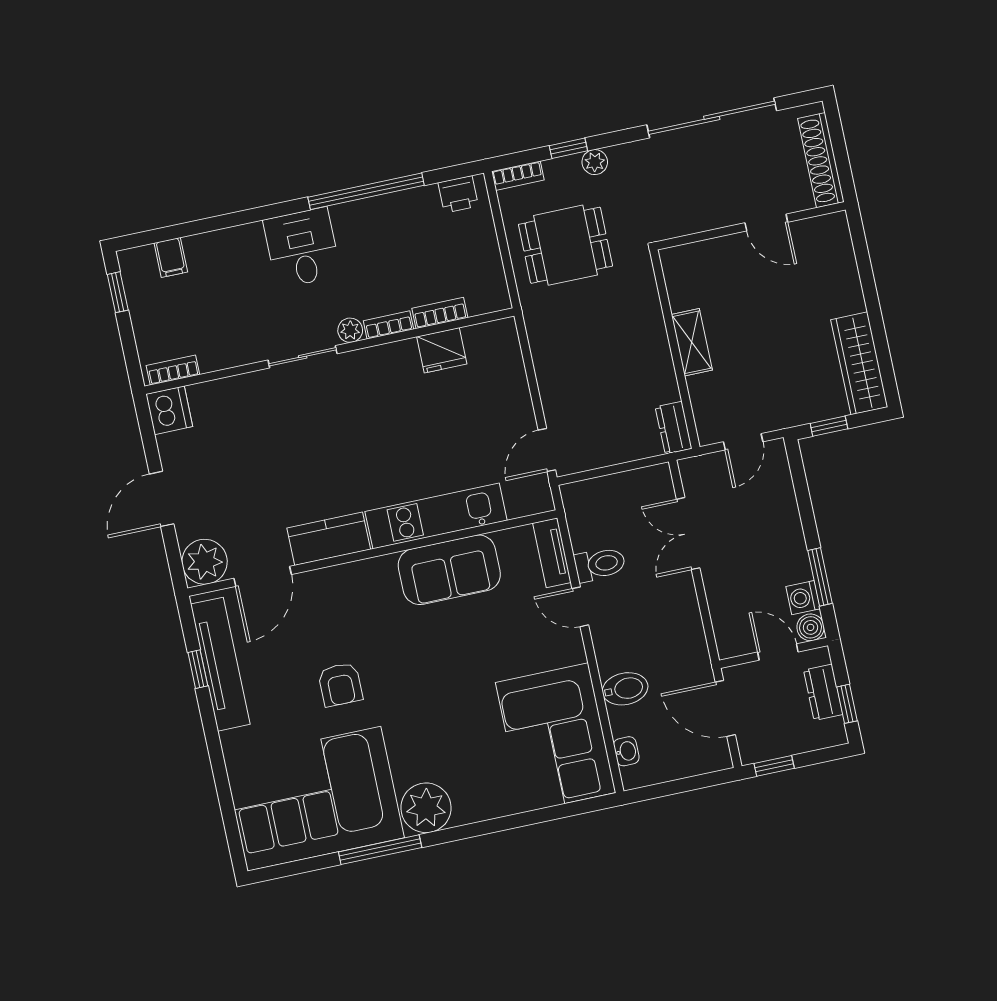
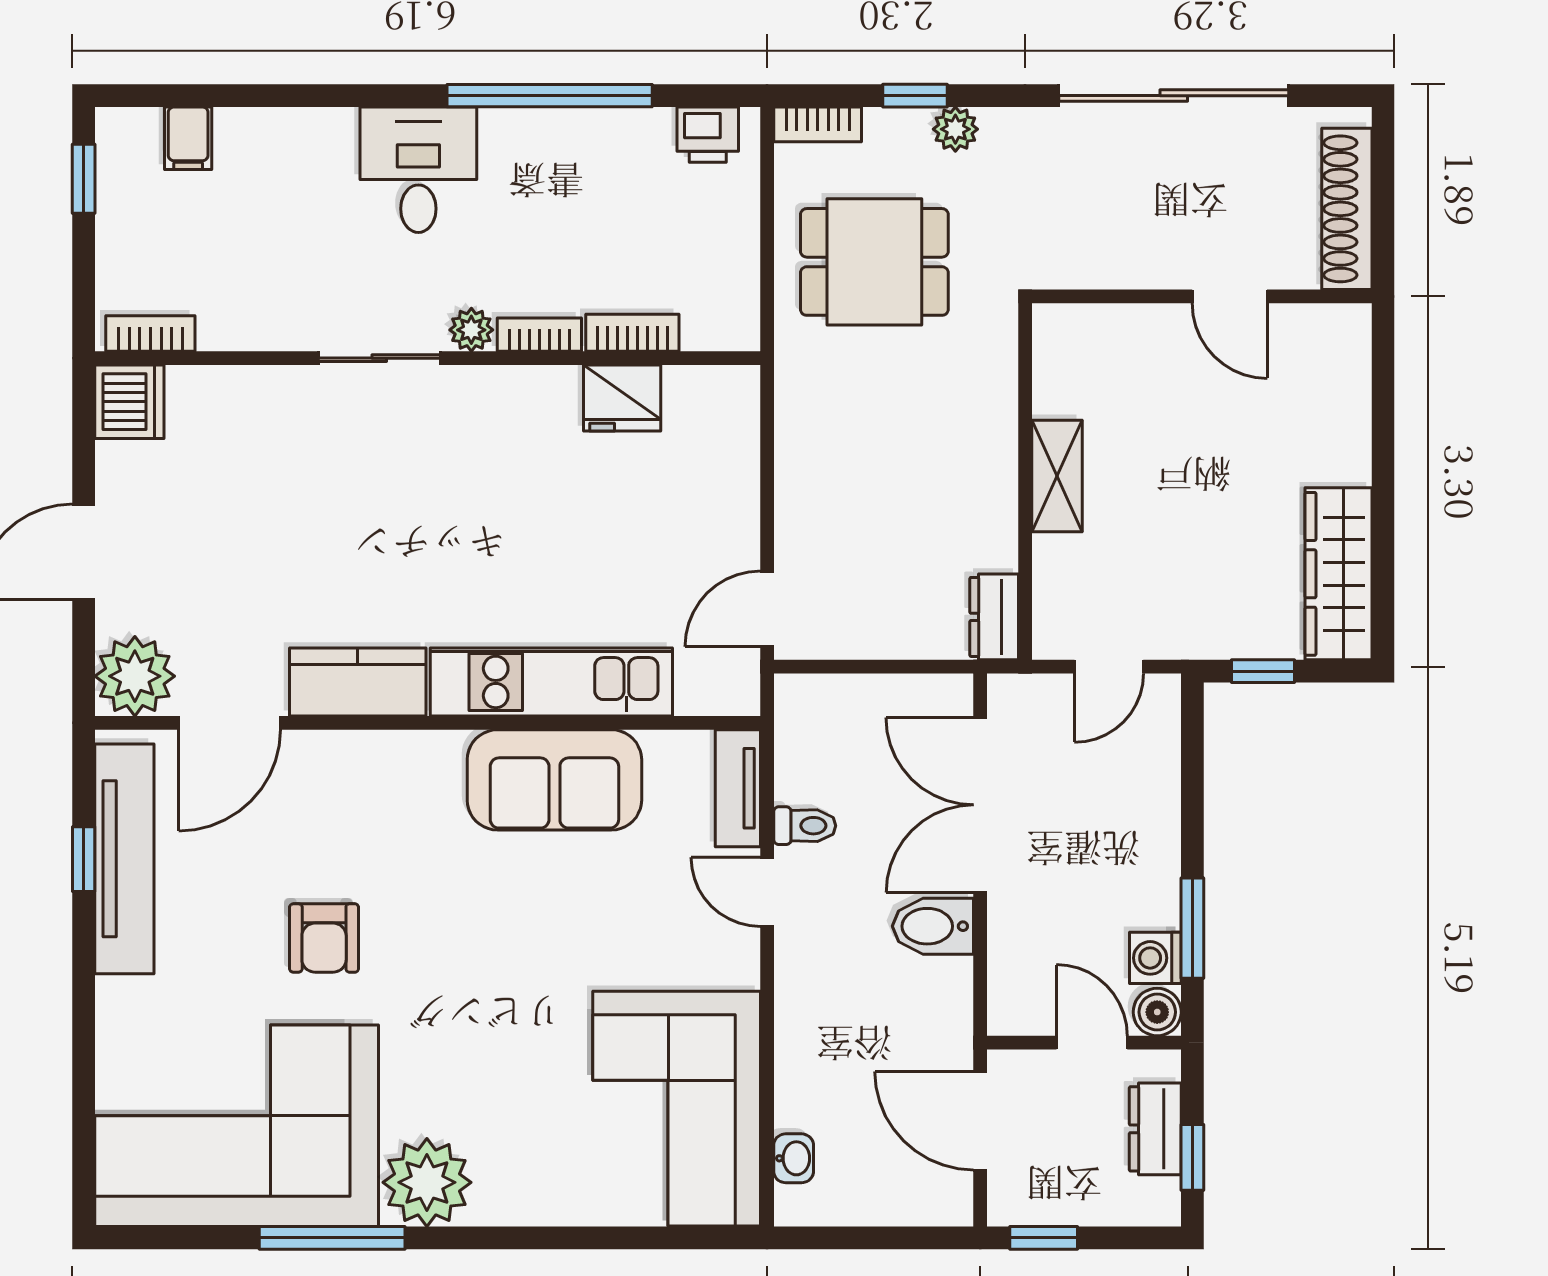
double door: (688, 534) -> (980, 805), width x1.37
toilet: (600, 564) -> (805, 826), width x0.73, depth x0.72
bidet: (625, 689) -> (933, 926), moved, turned 180

